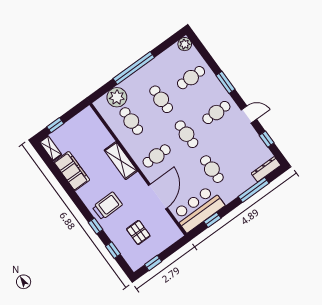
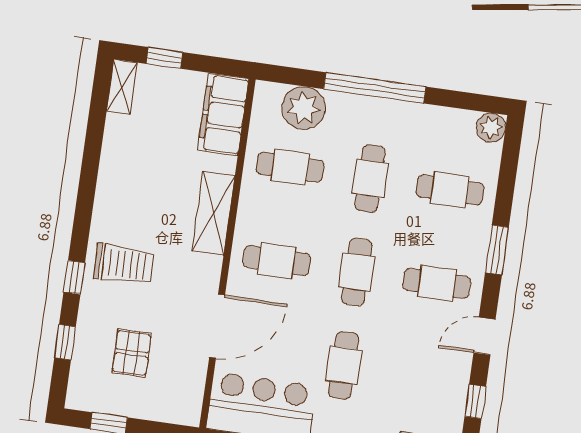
door: (249, 115) -> (485, 336), swing flipped
cafe table: (131, 121) -> (290, 167), turned 90
filing cabinet: (72, 171) -> (223, 115), moved, turned 180

